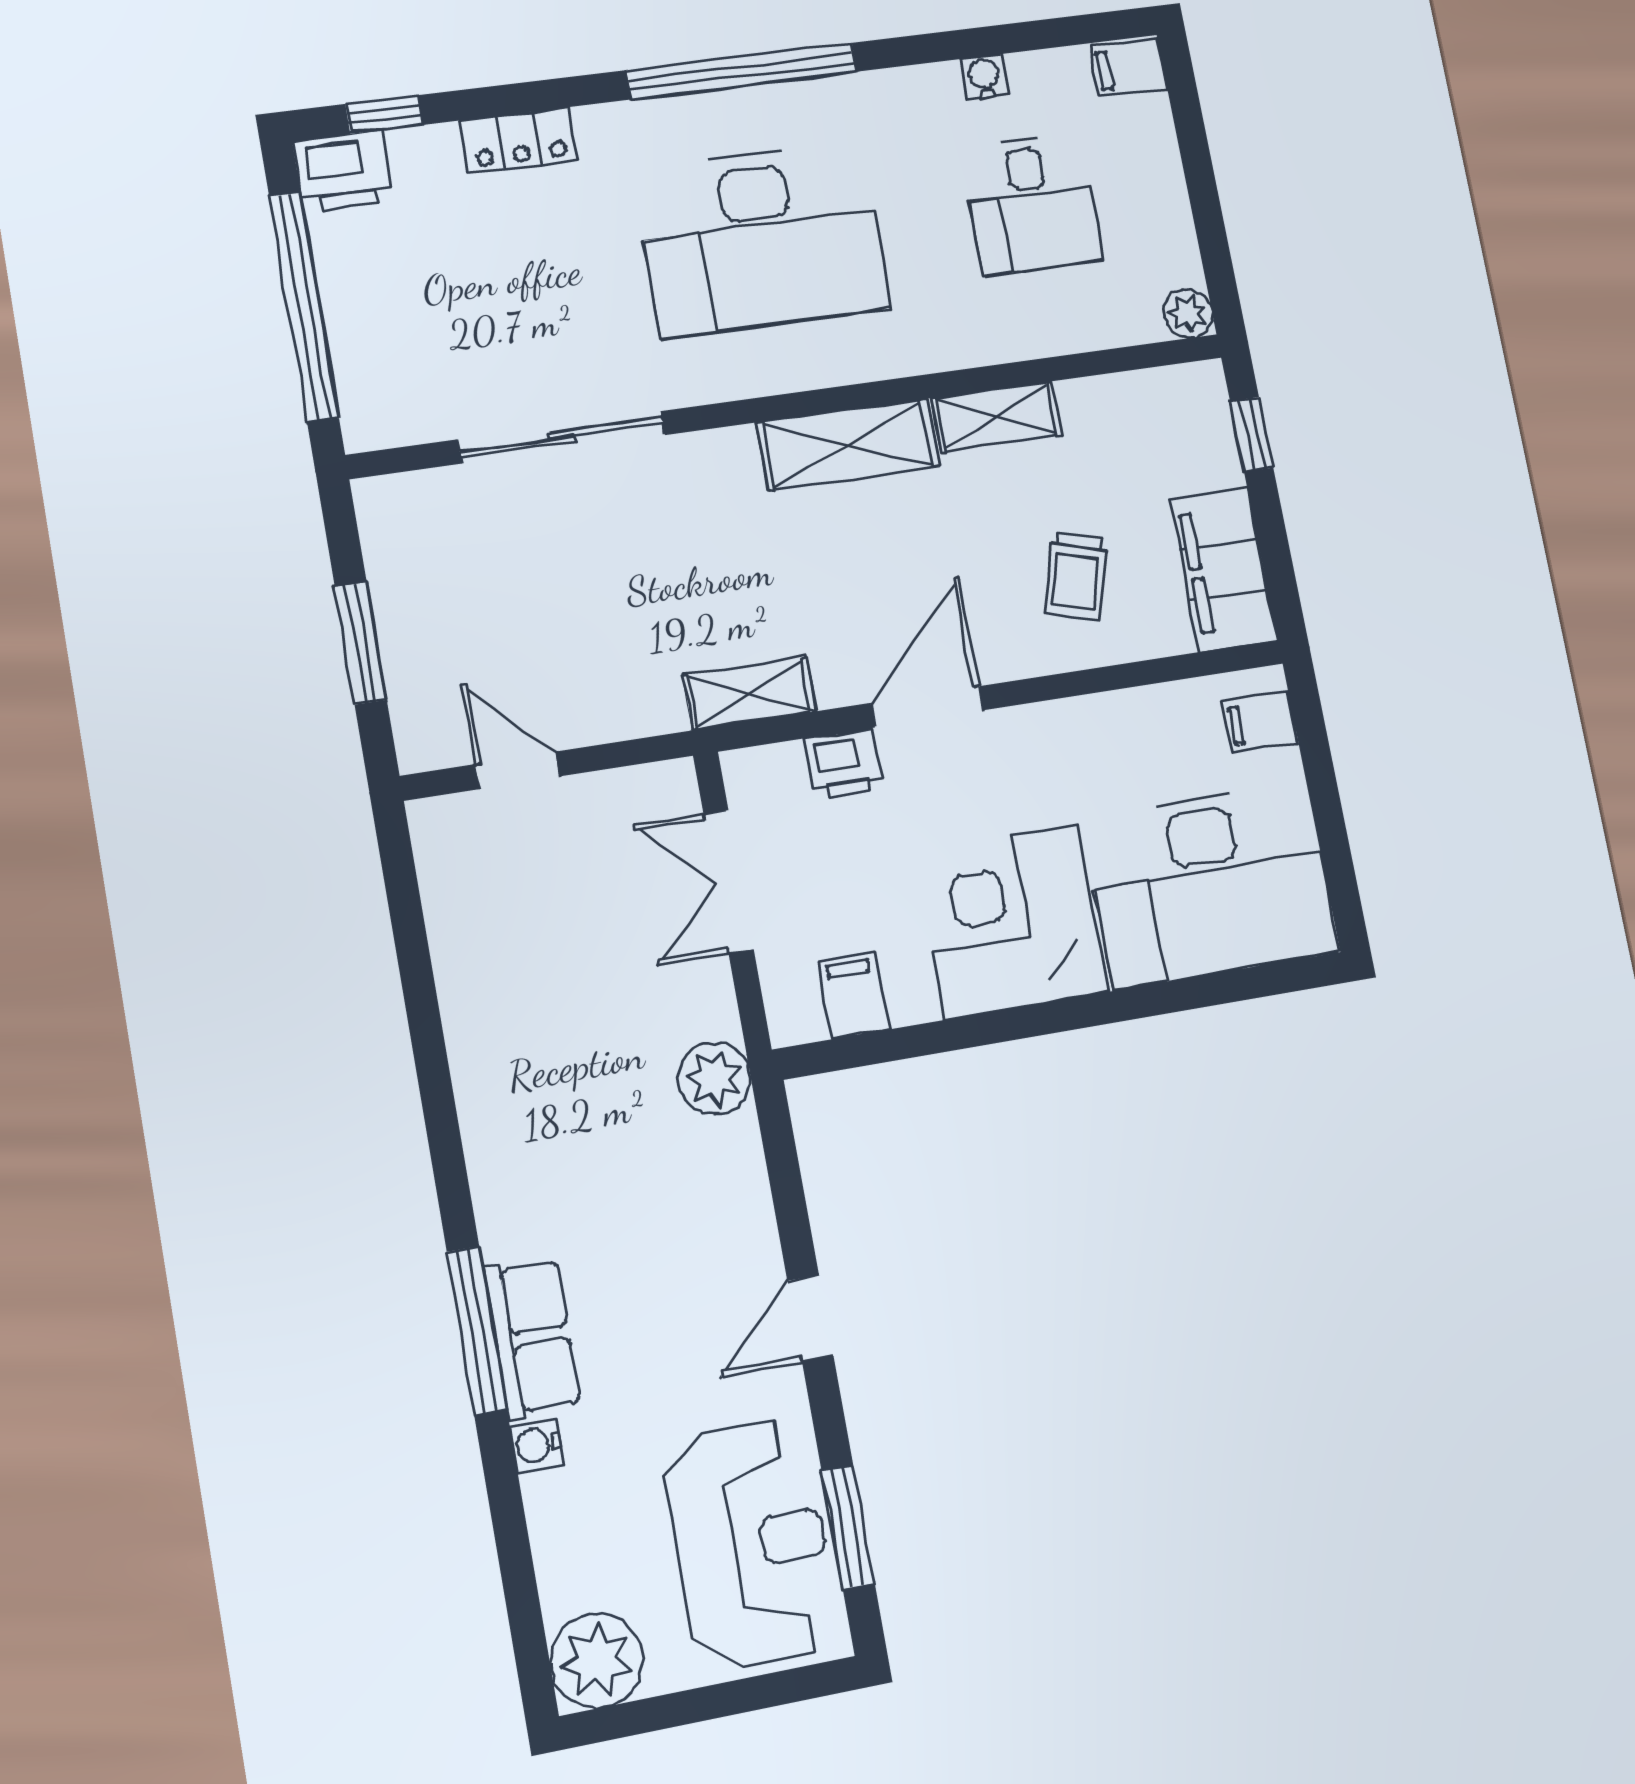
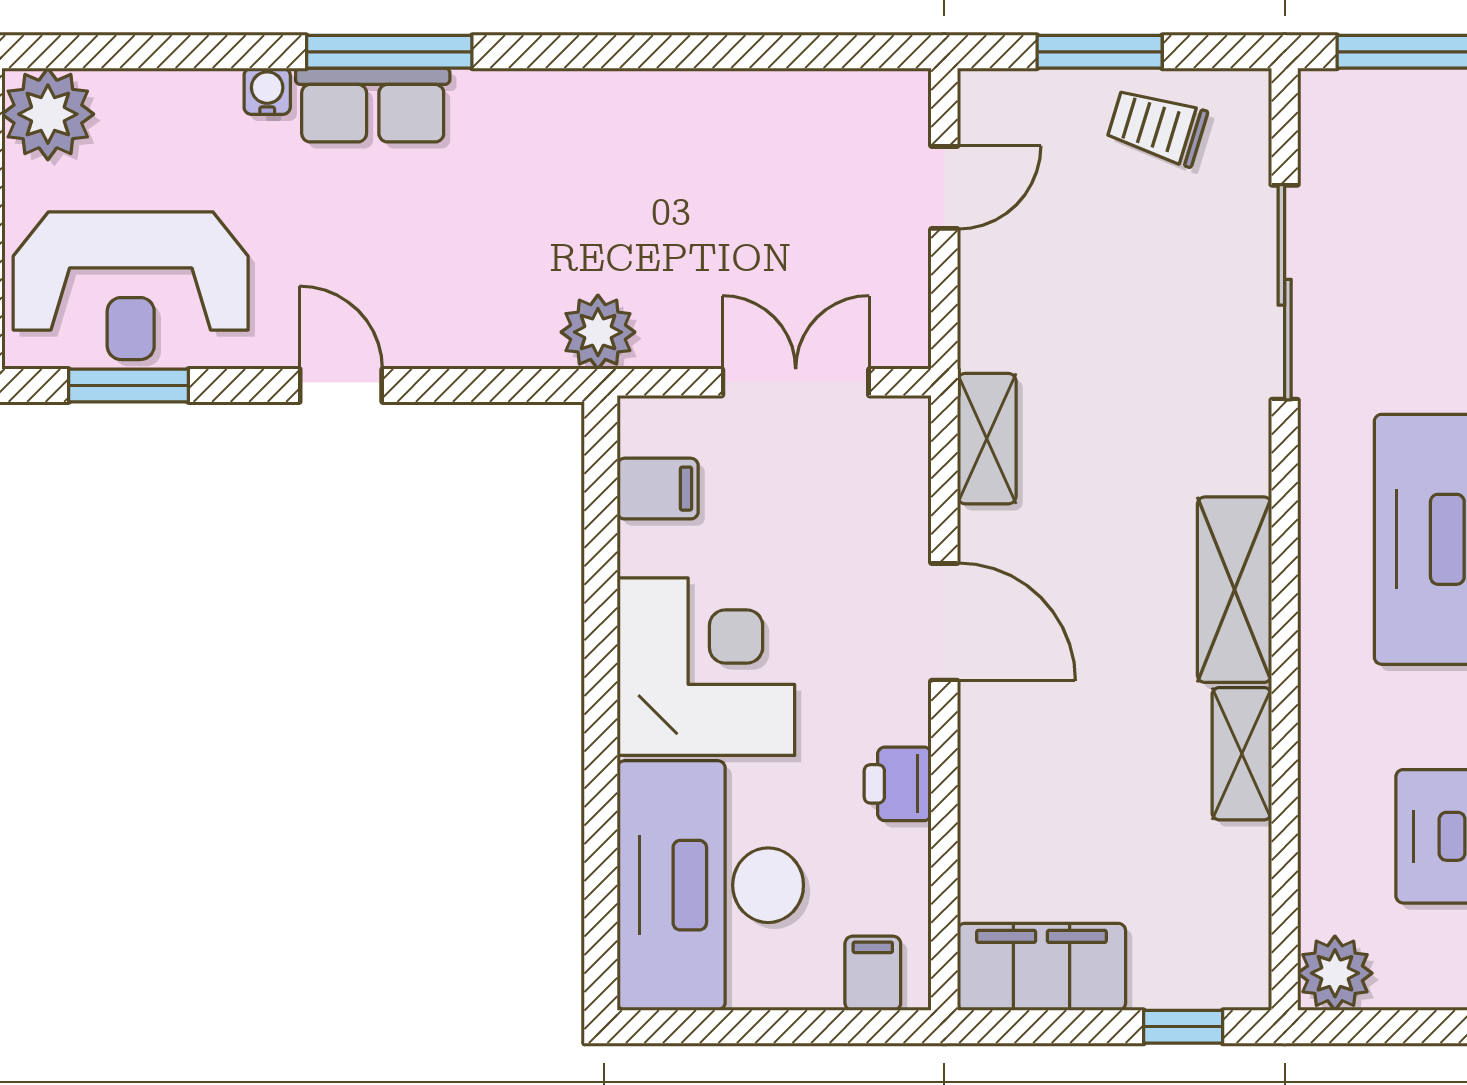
plant: (1188, 314) -> (1335, 973), width x1.38, depth x1.38
trolley: (1076, 576) -> (1157, 127), moved
printer: (844, 764) -> (898, 784), moved

